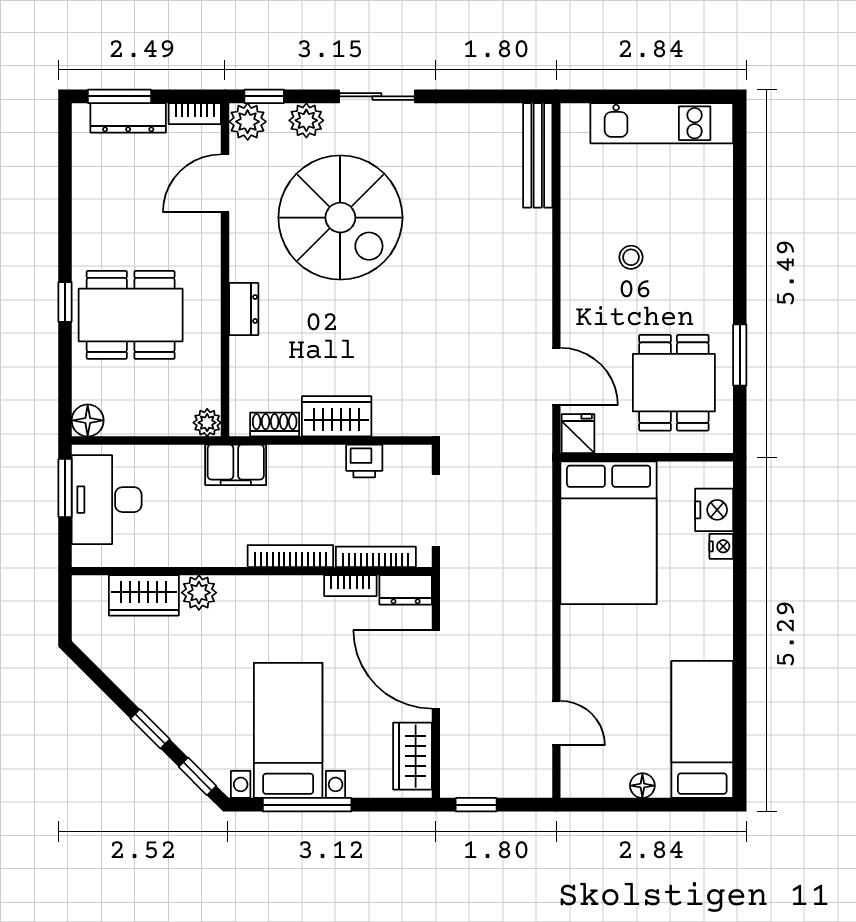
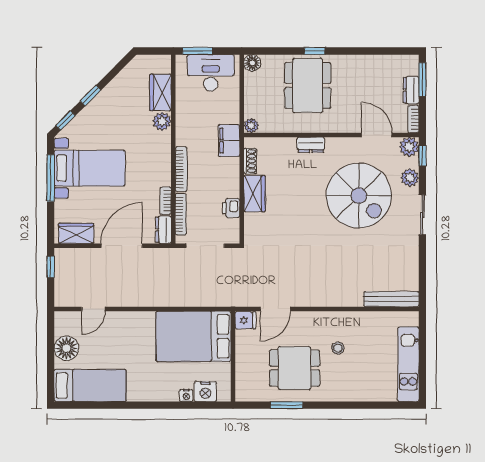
dresser: (128, 118) -> (411, 90), width x0.70
spiral stairs: (340, 218) -> (359, 196), turned -90
dining table: (674, 383) -> (295, 368), moved
window: (65, 488) -> (198, 51), moved
floor lamp: (642, 786) -> (66, 348), width x1.89, depth x1.89

